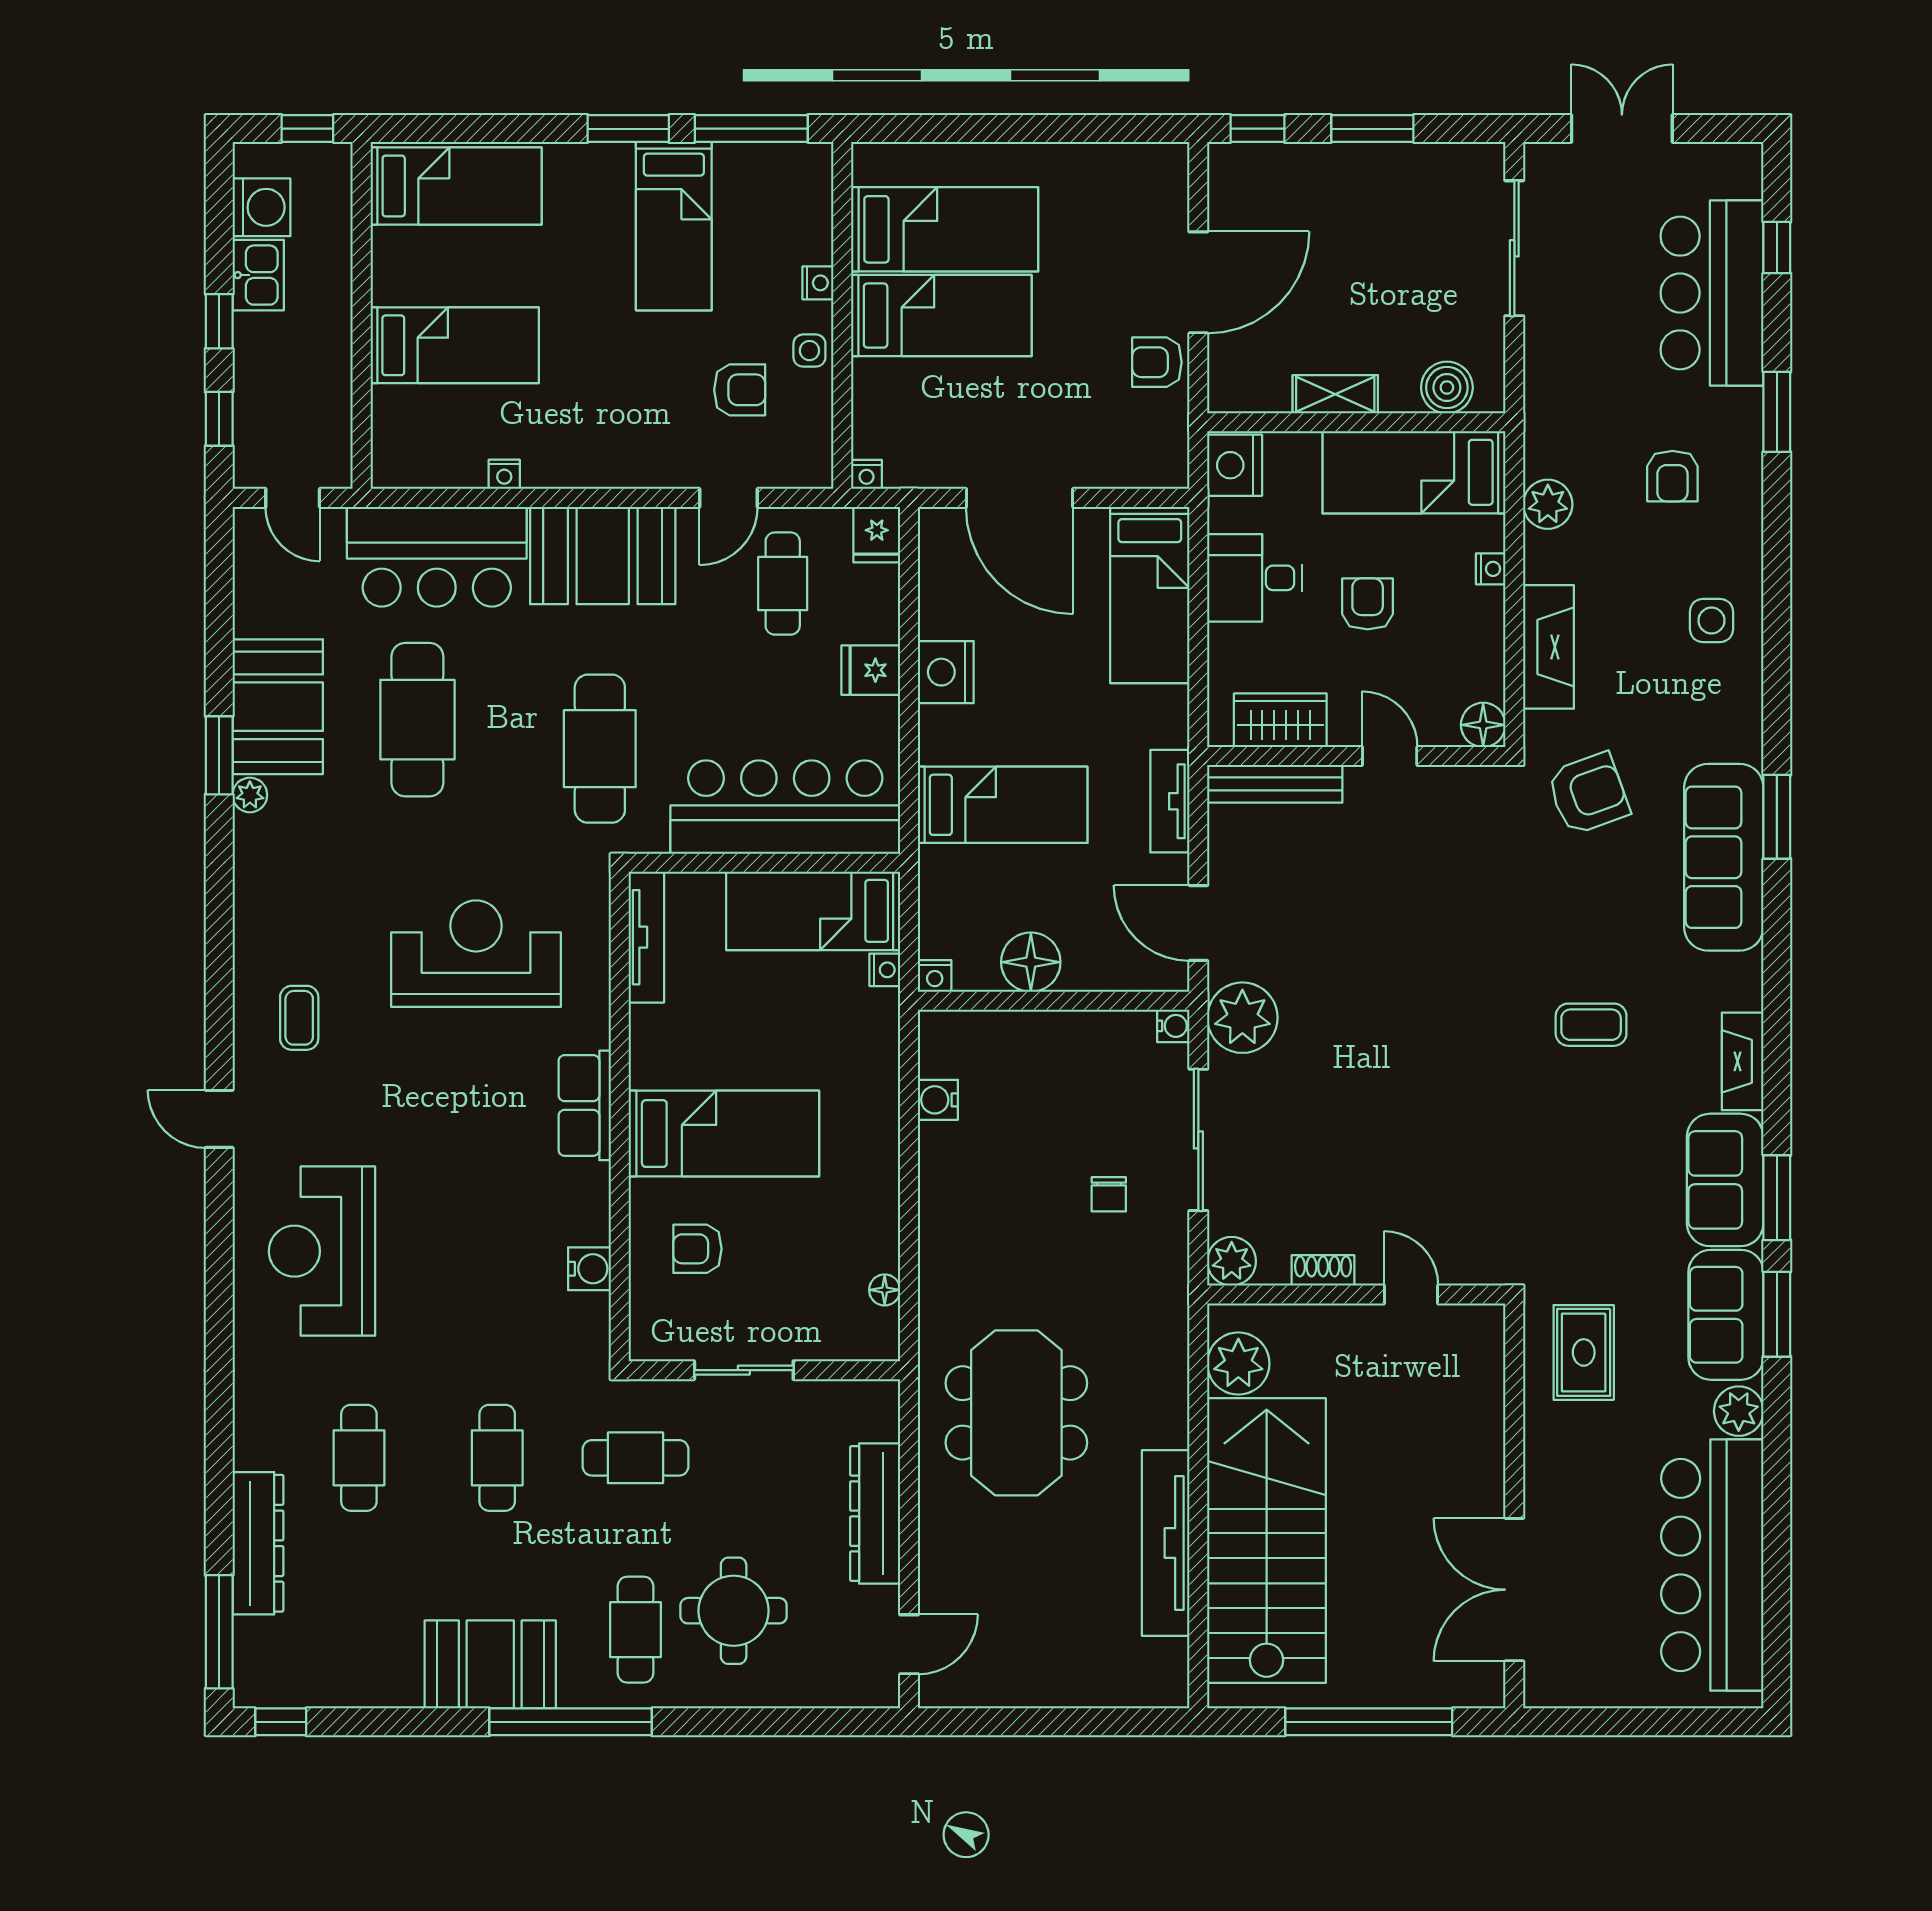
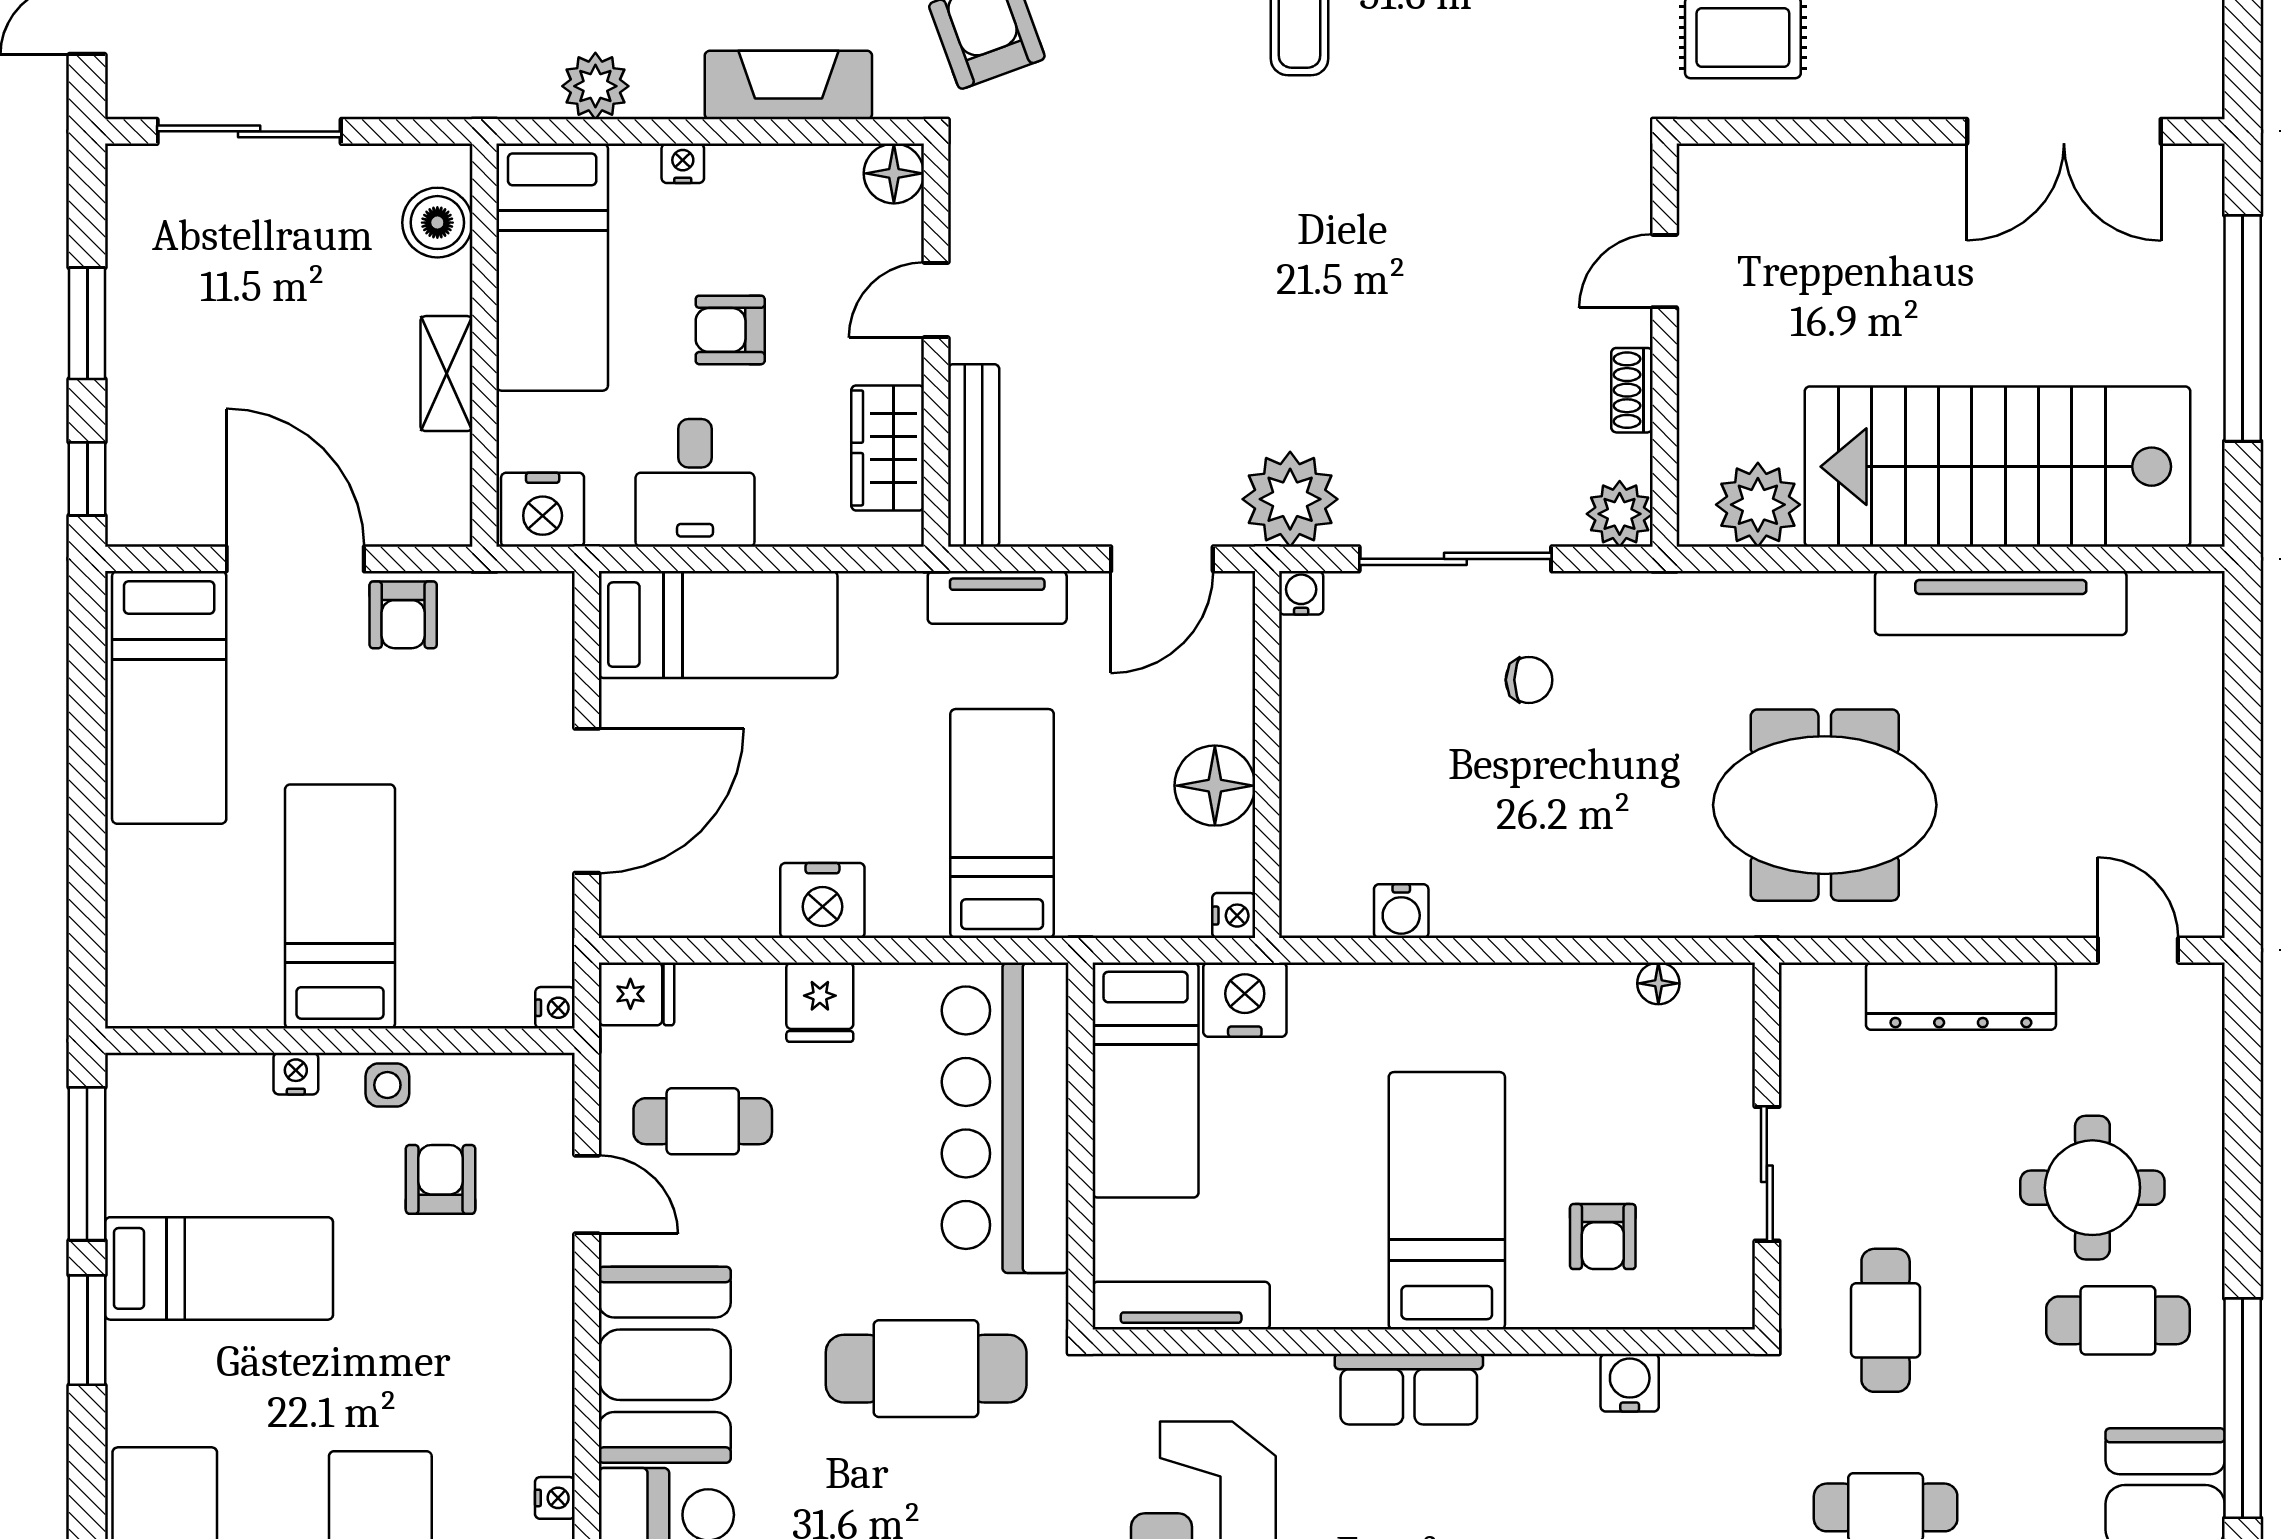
bed: (945, 229) -> (169, 697), moved, turned 180
nightstand: (885, 970) -> (1245, 1000), width x1.89, depth x1.79

